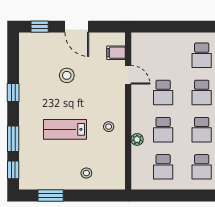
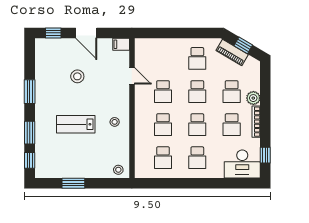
filing cabinet: (116, 53) -> (121, 44), moved
window: (13, 93) -> (30, 92), width x1.50
plant: (137, 139) -> (140, 133), removed
stool: (86, 173) -> (118, 170), moved
window: (51, 196) -> (73, 183), moved

